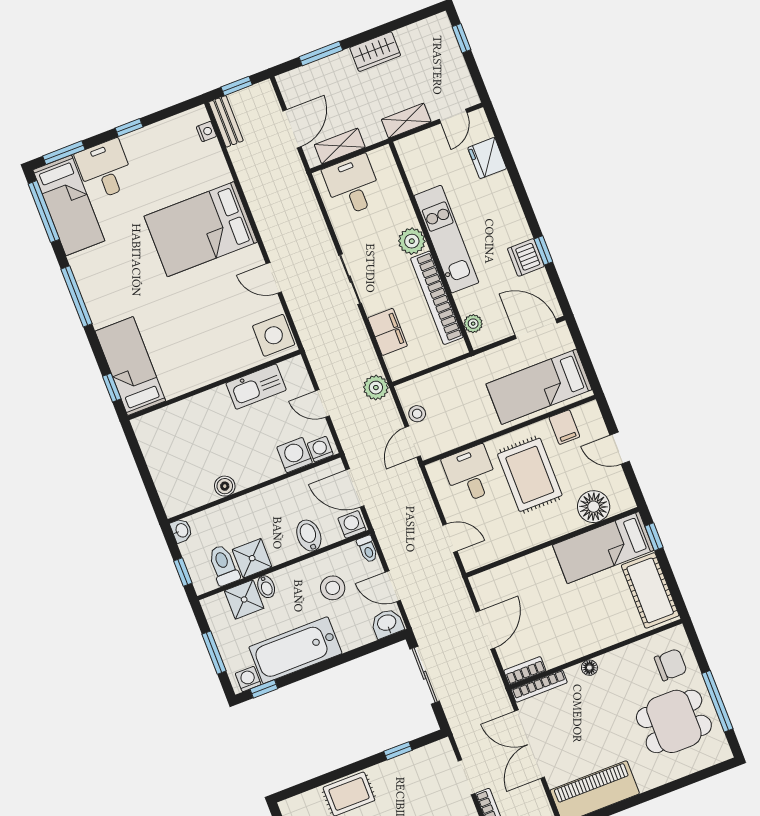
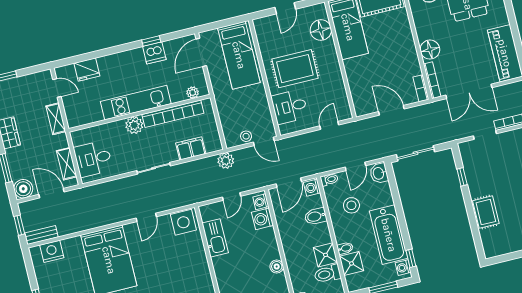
boiler: (293, 85) -> (23, 189), added
nightstand: (206, 131) -> (52, 251), width x1.89, depth x1.79
filing cabinet: (564, 427) -> (267, 42), removed
floor lamp: (589, 668) -> (430, 50), width x1.89, depth x1.89

